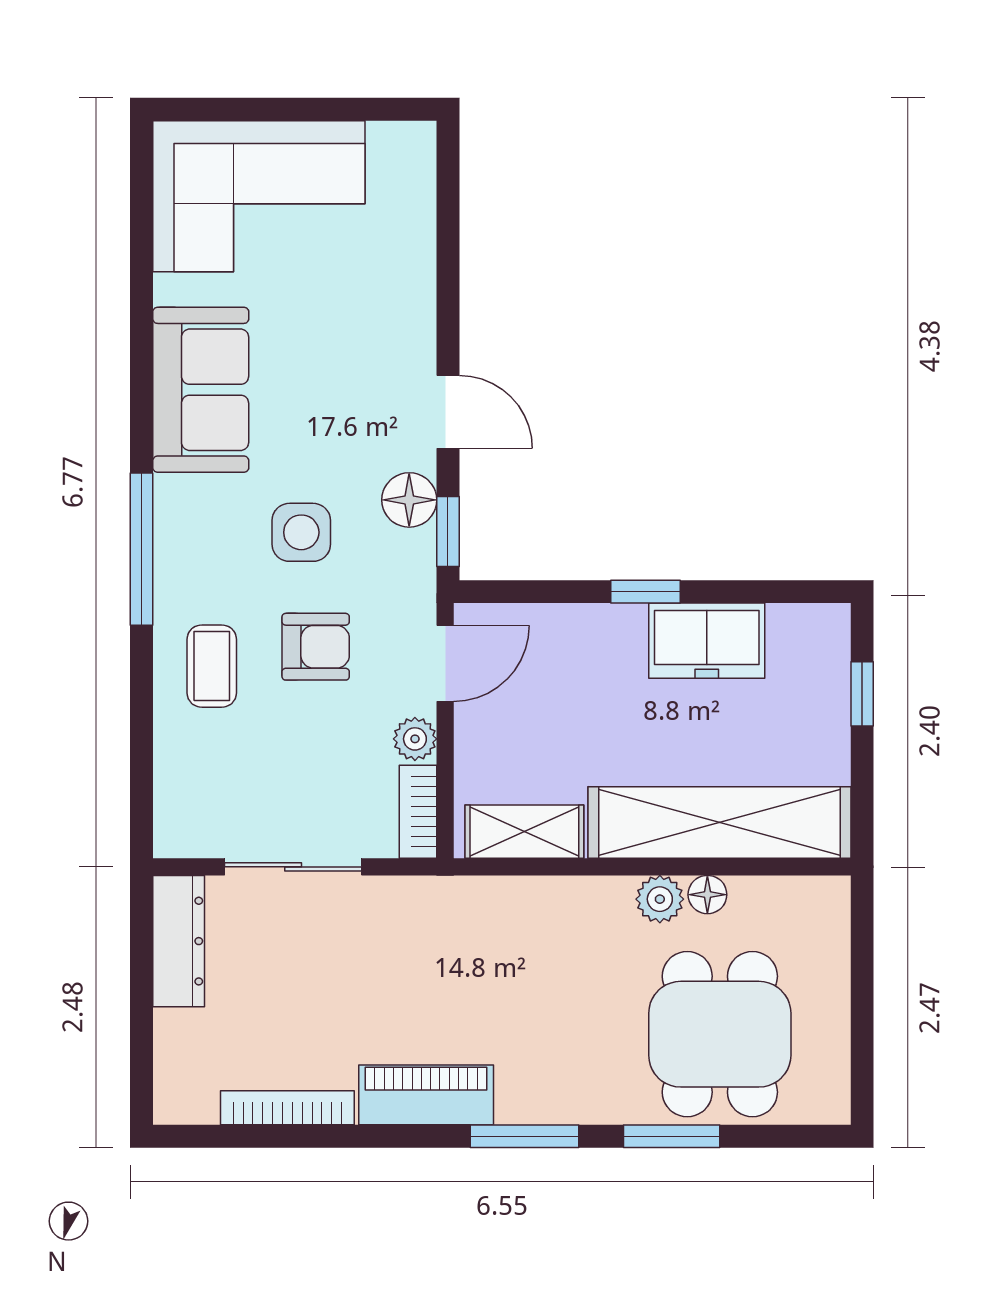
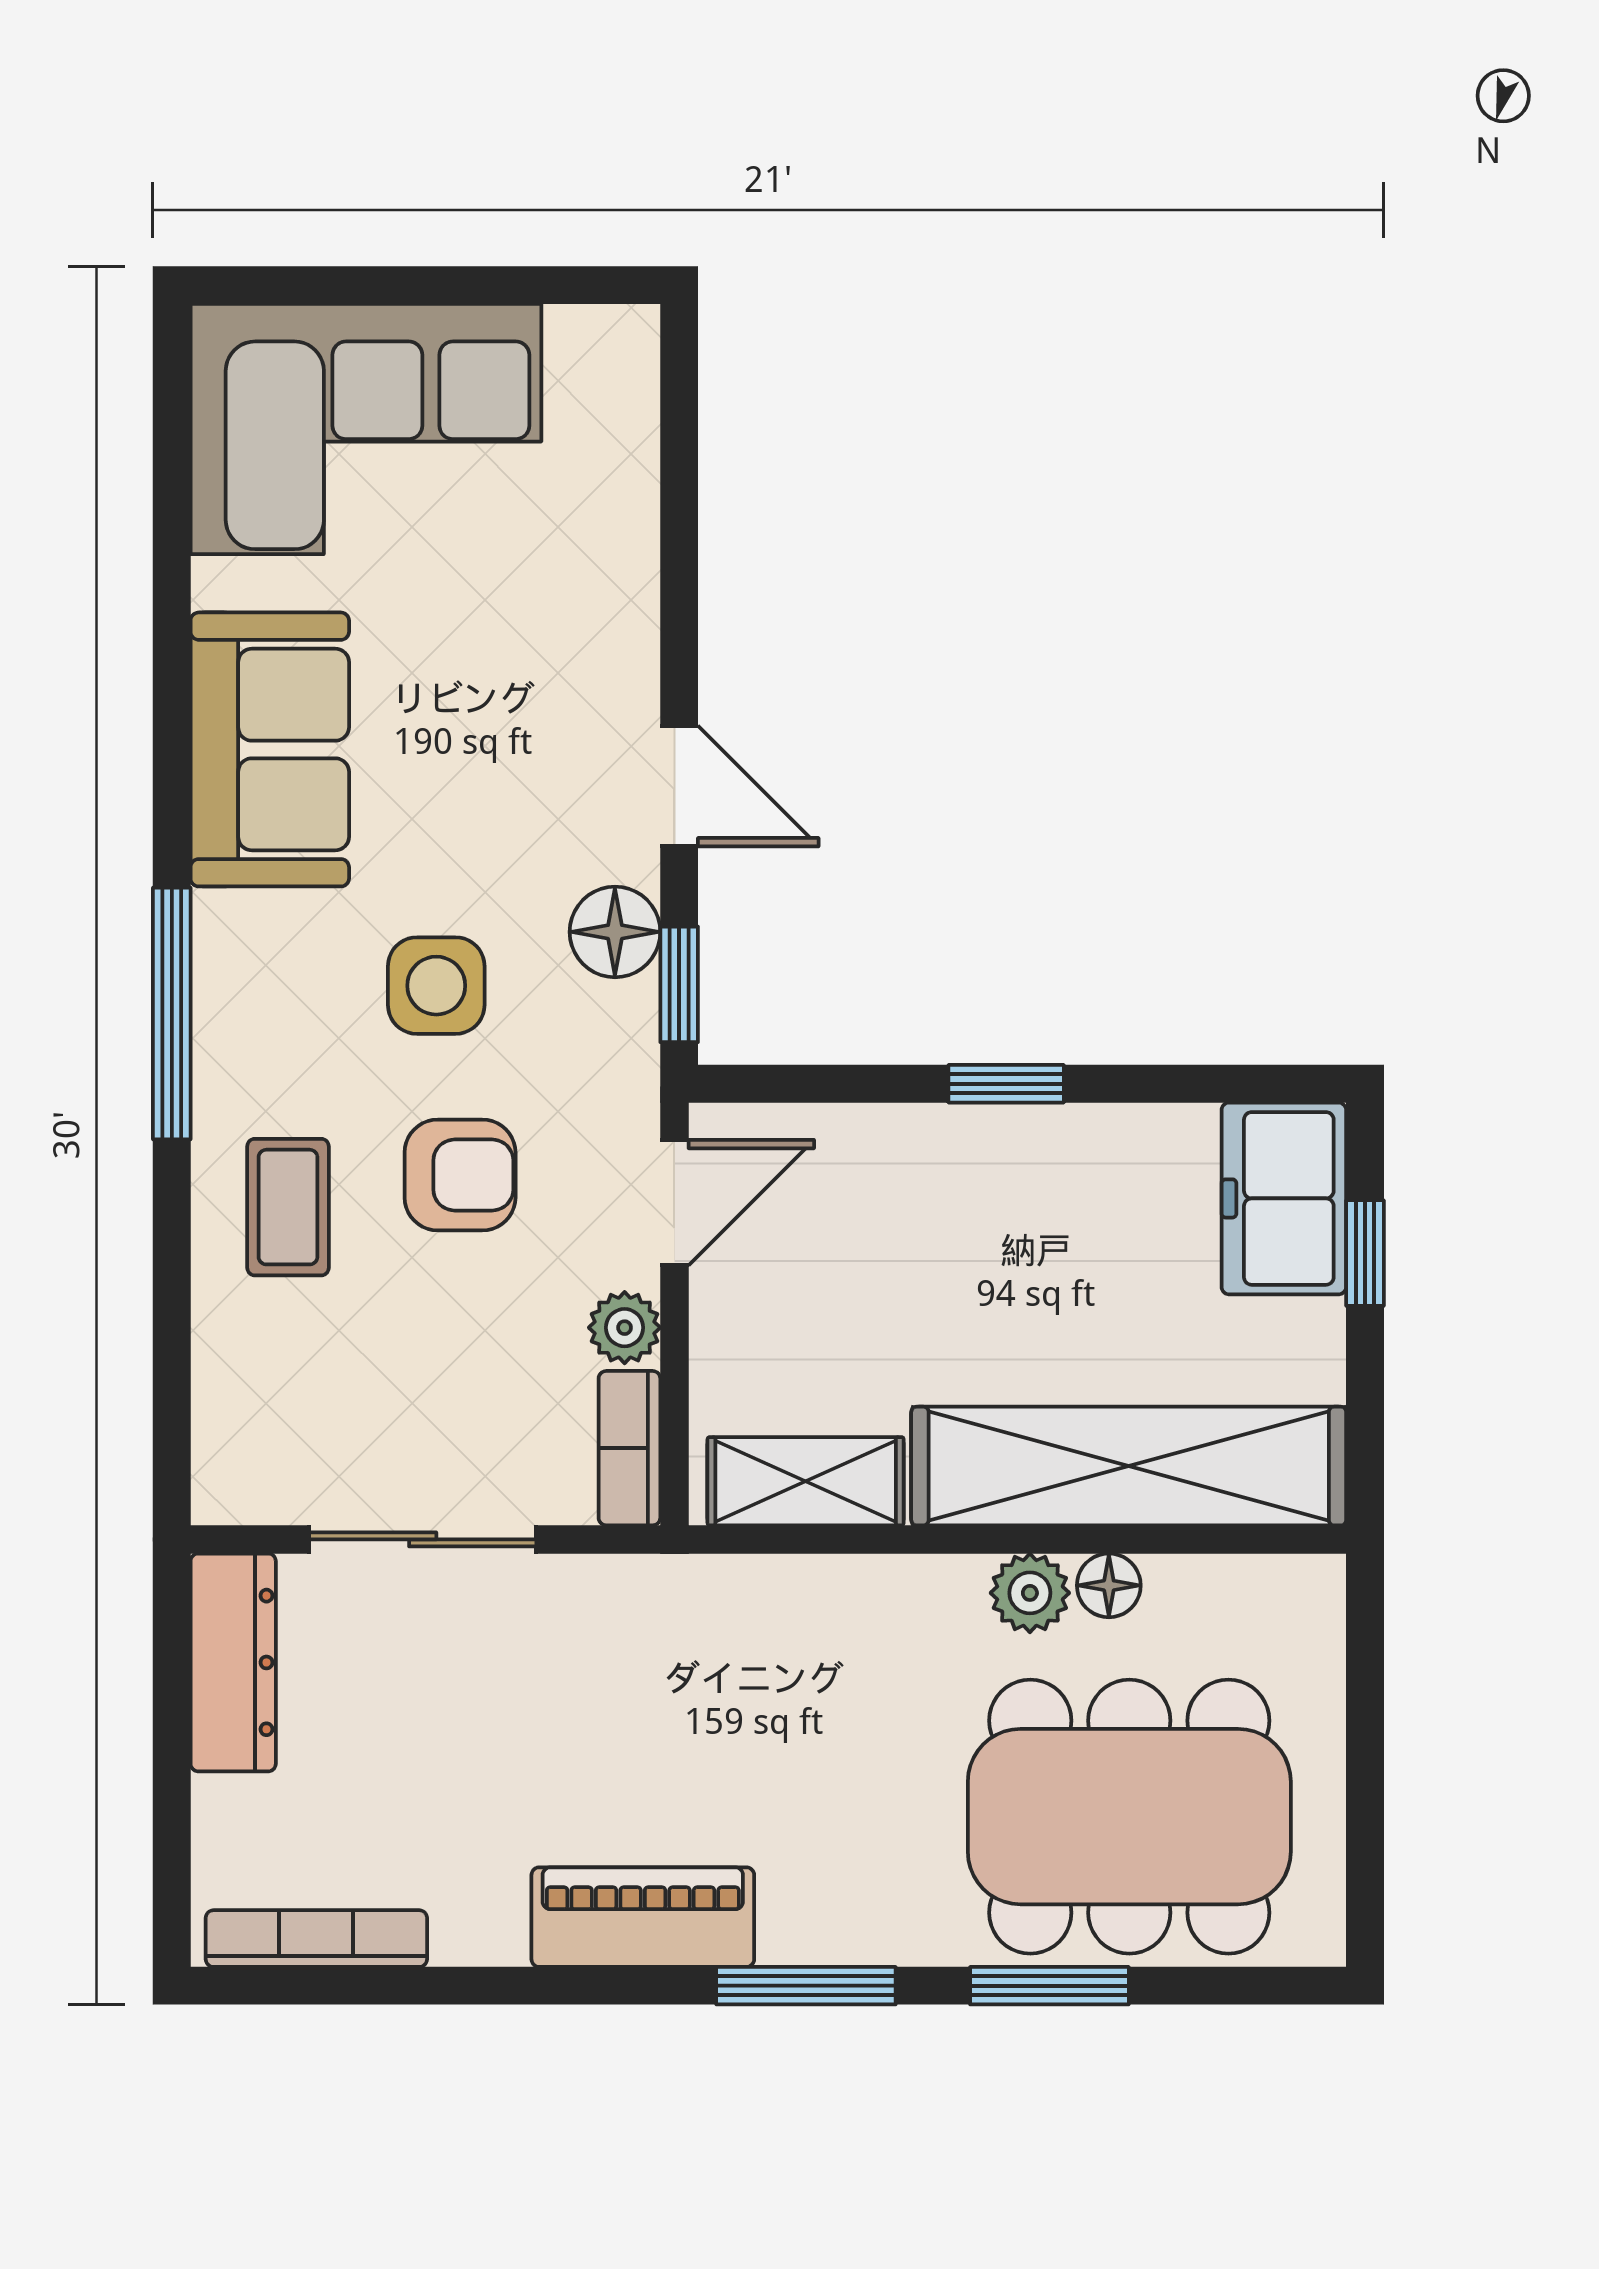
freezer: (707, 641) -> (1284, 1198), moved, turned 90
dining table: (720, 1034) -> (1129, 1817), width x1.38
bookcase: (287, 1108) -> (316, 1939), moved

